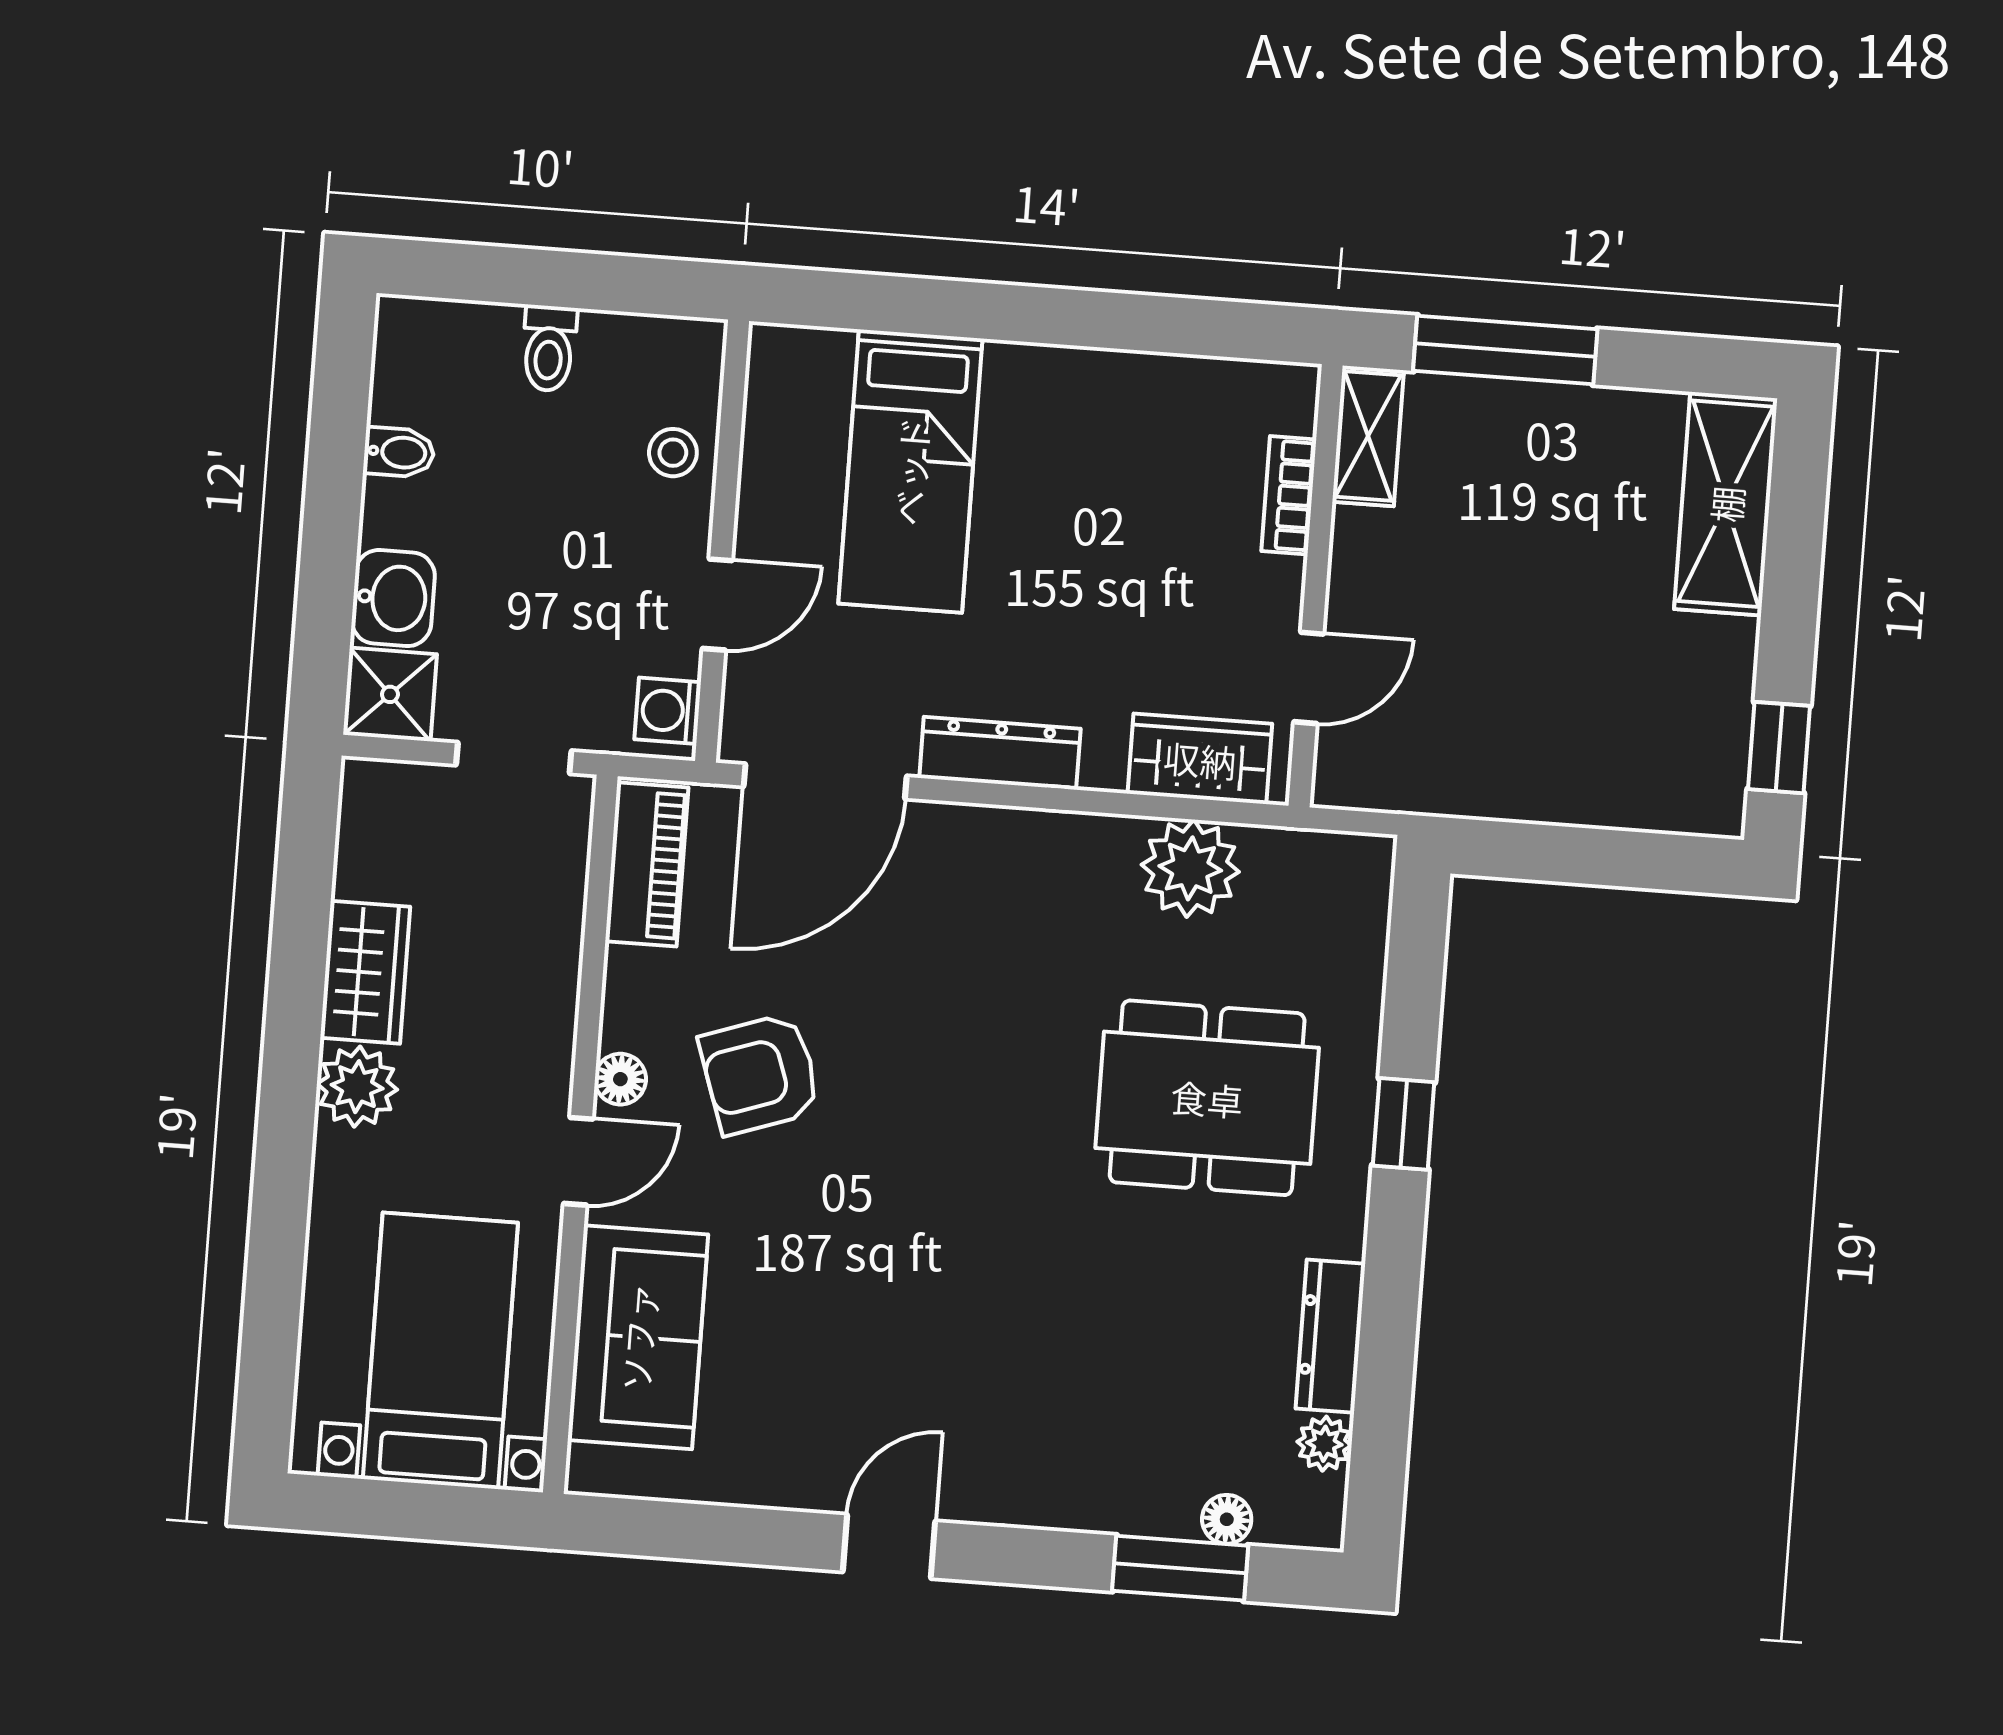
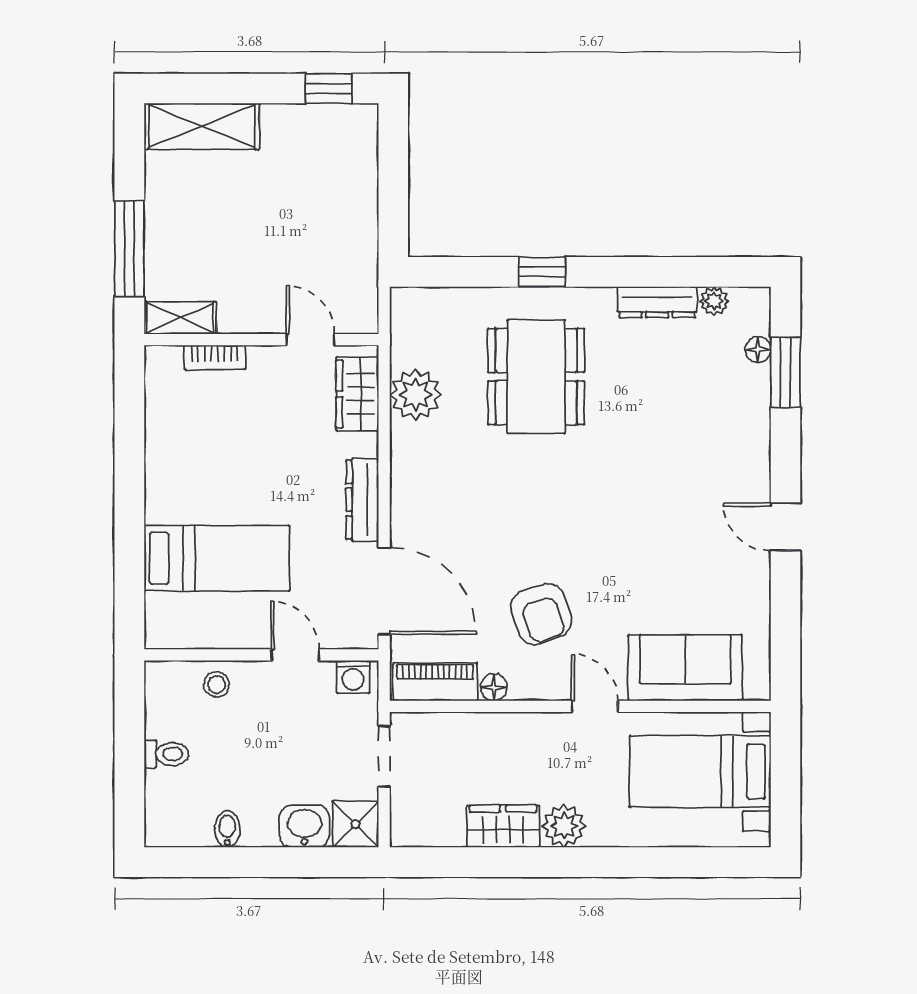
floor lamp: (620, 1079) -> (494, 687), moved

